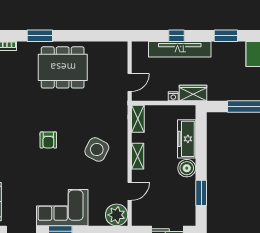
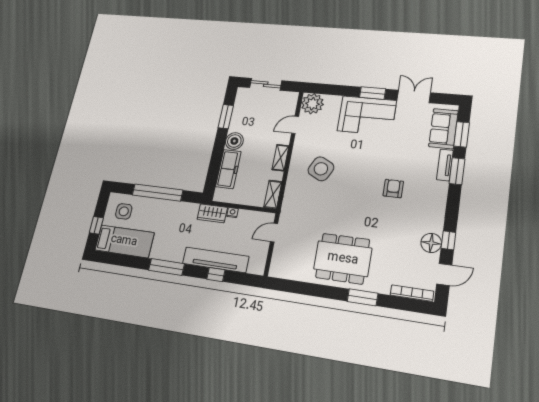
window: (226, 36) -> (166, 267), width x1.44
armchair: (48, 140) -> (393, 188), moved

